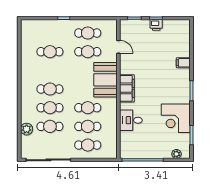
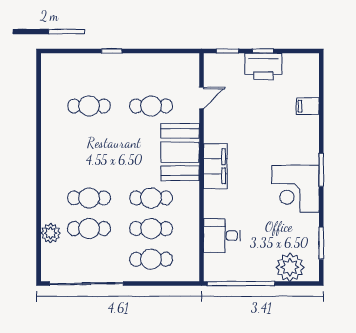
printer: (156, 25) -> (263, 66), width x1.87, depth x1.48
cafe table: (88, 33) -> (151, 75), removed
door: (118, 47) -> (201, 98), hinge flipped
filing cabinet: (183, 63) -> (308, 106), moved
cafe table: (50, 89) -> (89, 167), removed
corner desk: (176, 118) -> (295, 189), moved
desk: (131, 120) -> (222, 236), moved
plant: (176, 154) -> (290, 267), width x1.88, depth x1.88

